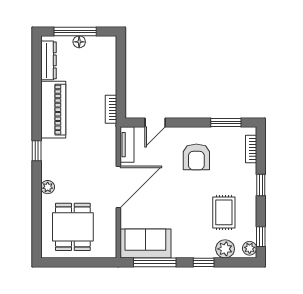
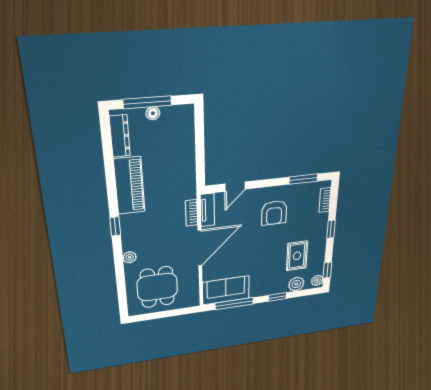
bookcase: (111, 109) -> (192, 213), moved

